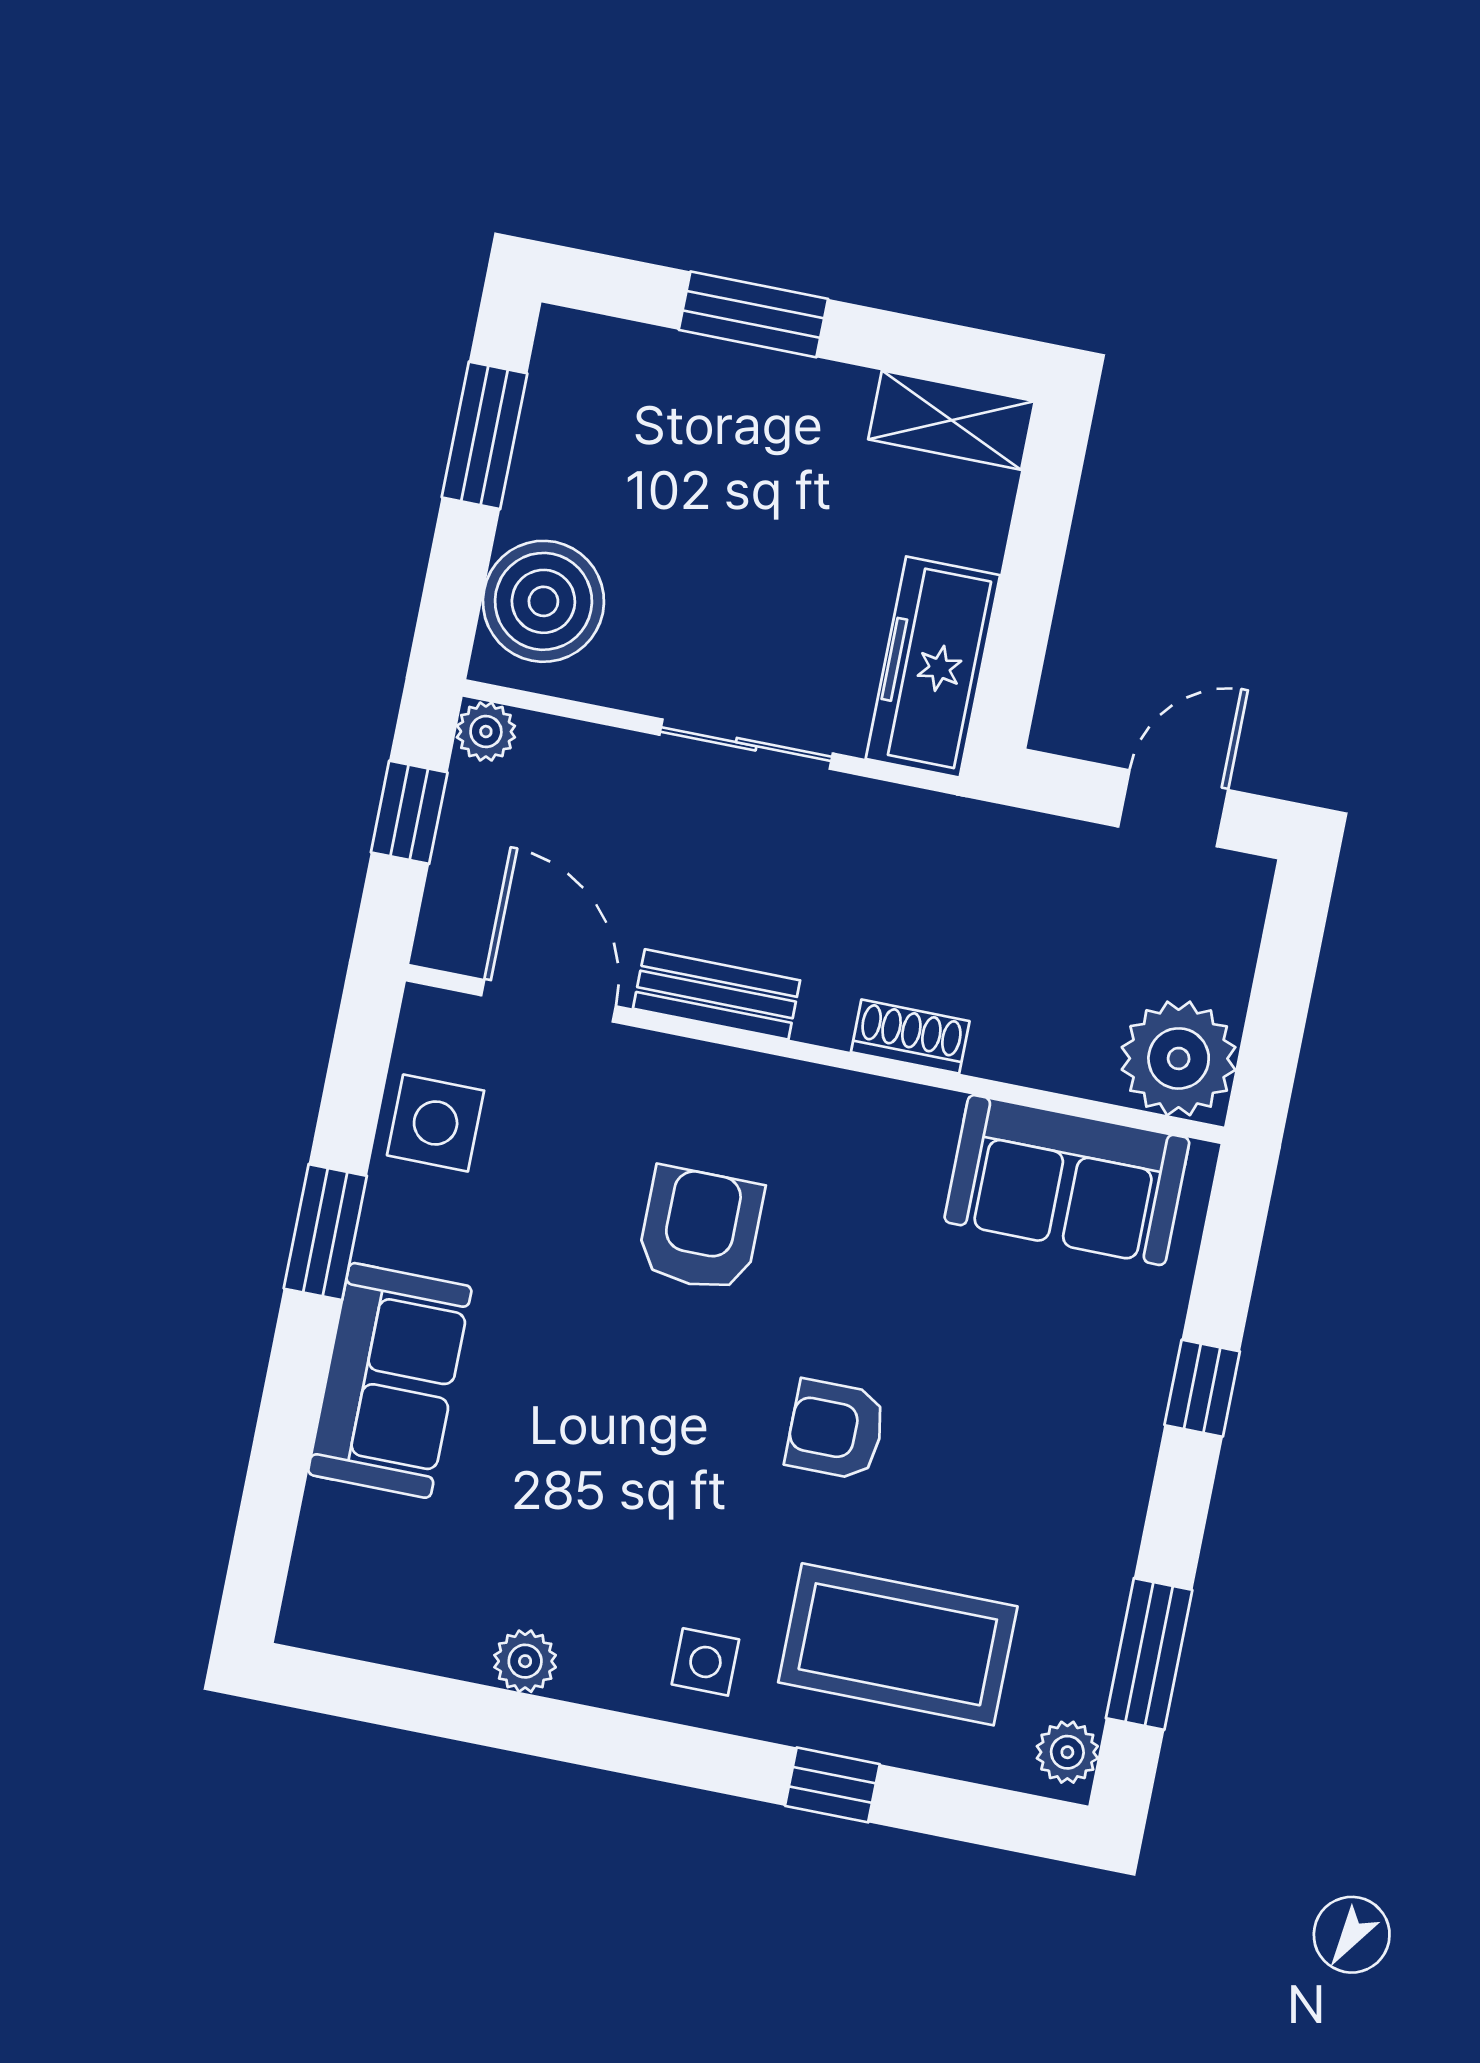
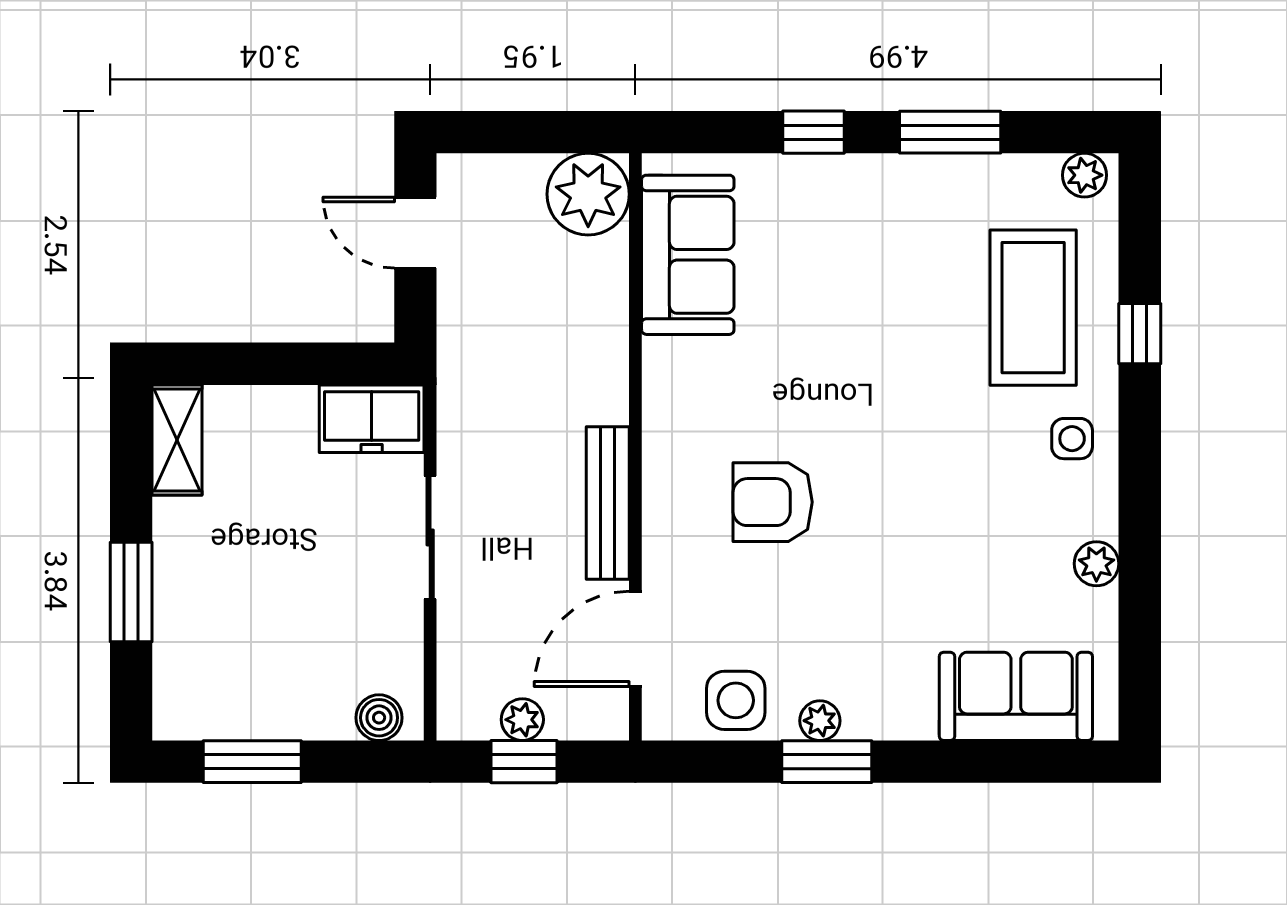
boiler: (543, 601) -> (379, 718), width x0.54, depth x0.54
freezer: (933, 667) -> (372, 419), width x0.71
plant: (486, 732) -> (522, 720), moved
bench: (717, 994) -> (608, 503), width x1.36
shoe rack: (910, 1037) -> (610, 383), removed
plant: (384, 1234) -> (820, 721), added
sofa: (390, 1380) -> (1016, 696), moved
armchair: (836, 1430) -> (893, 380), removed
window: (1149, 1654) -> (950, 132), moved

